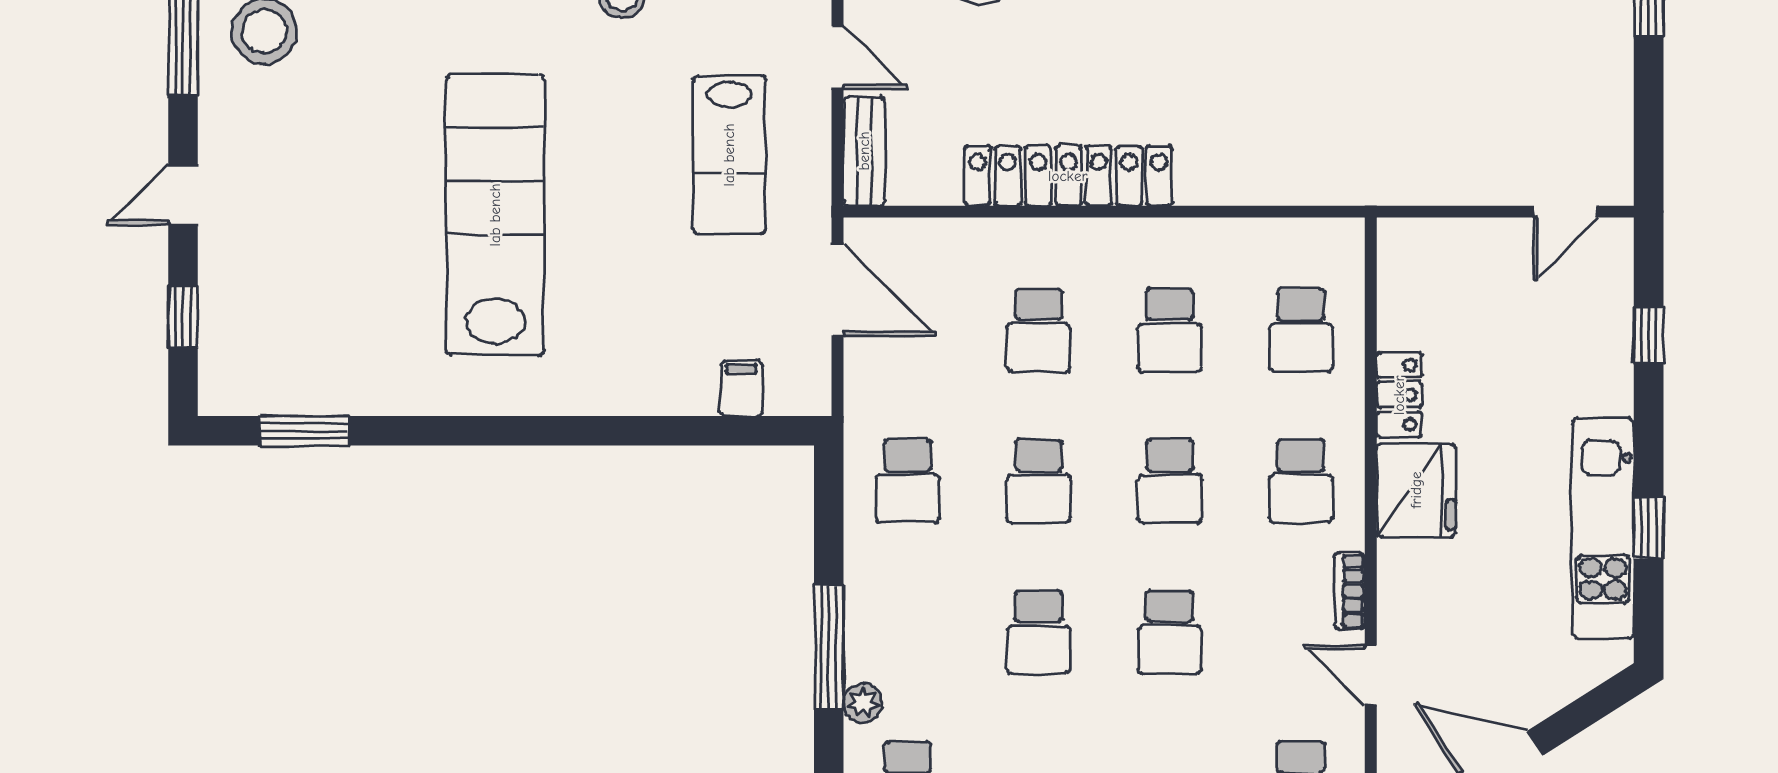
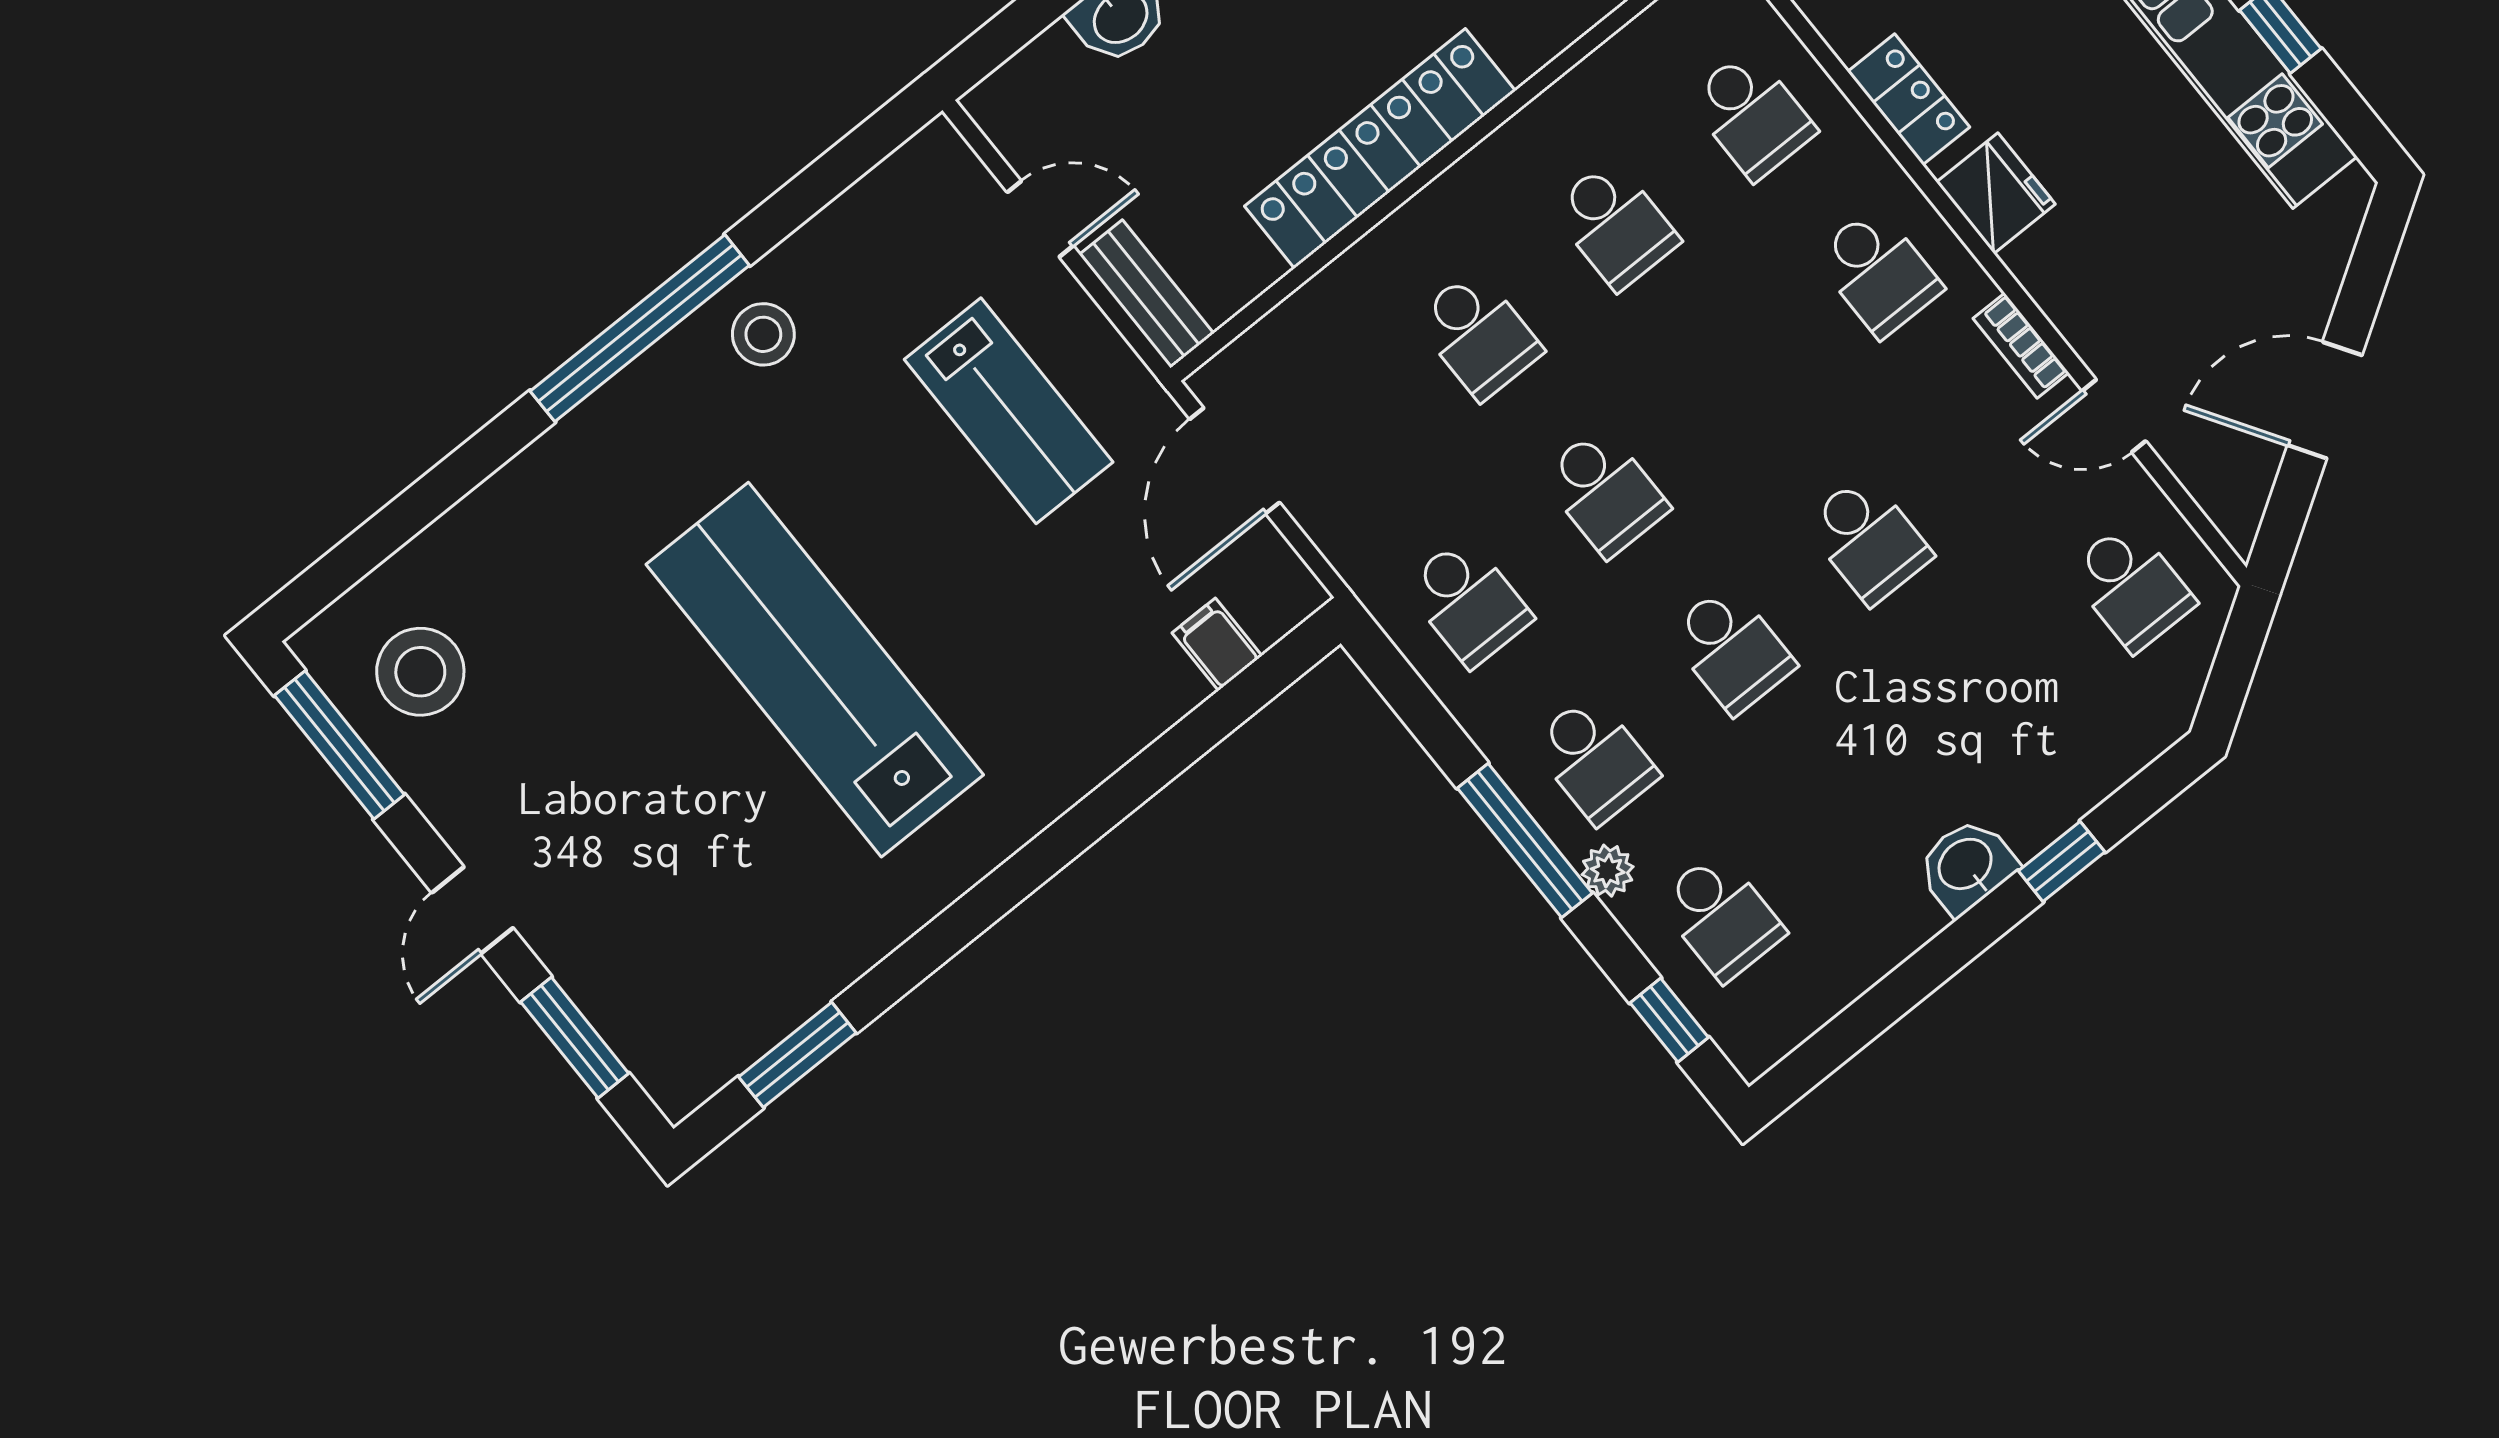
door: (838, 290) -> (1235, 461), swing flipped
window: (183, 317) -> (575, 1038), width x1.50
school desk: (1170, 481) -> (1595, 759), moved
fridge: (1416, 490) -> (1996, 193), width x0.73, depth x0.75

